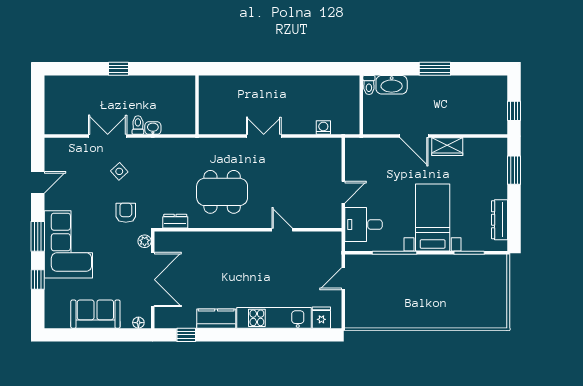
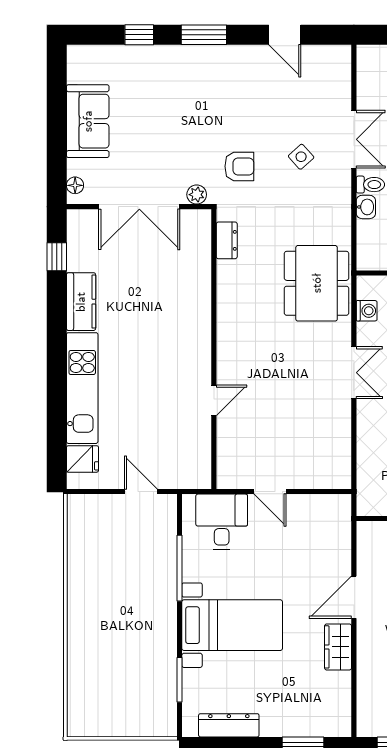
washing machine: (323, 128) -> (367, 311), moved
dining table: (222, 192) -> (317, 283), moved
corner sofa: (68, 244) -> (192, 81), removed

